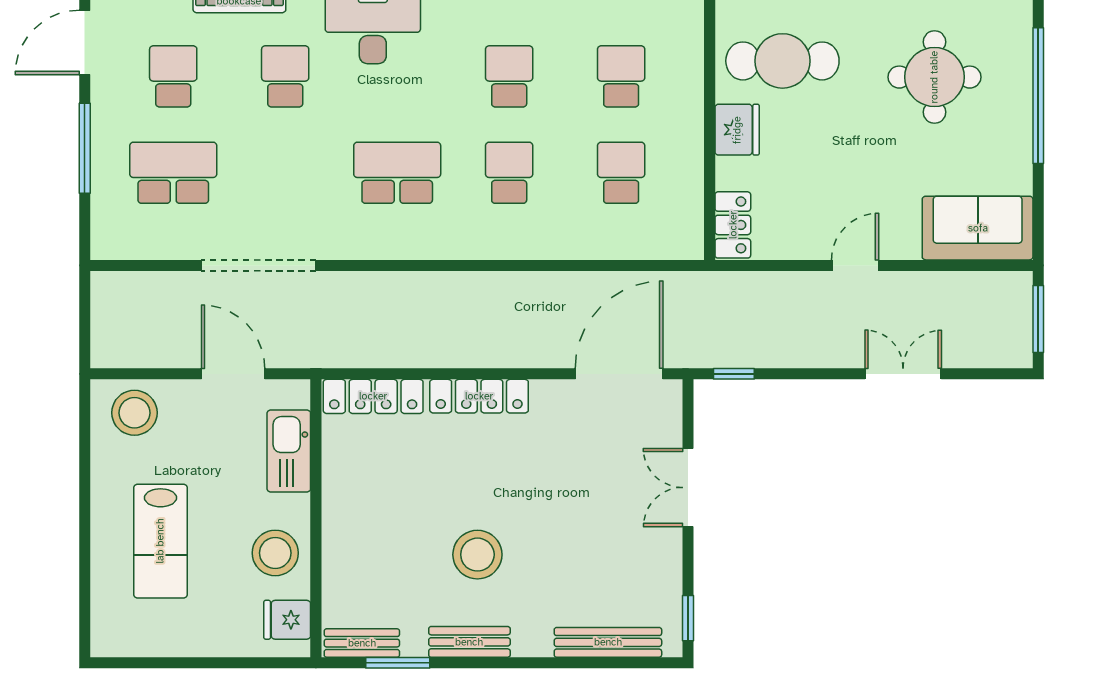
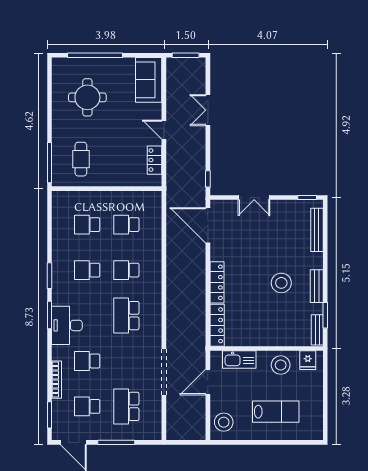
cafe table: (782, 61) -> (81, 159), width x0.73, depth x0.74
fridge: (737, 130) -> (109, 178), removed
locker: (733, 225) -> (155, 160), moved, turned -90

